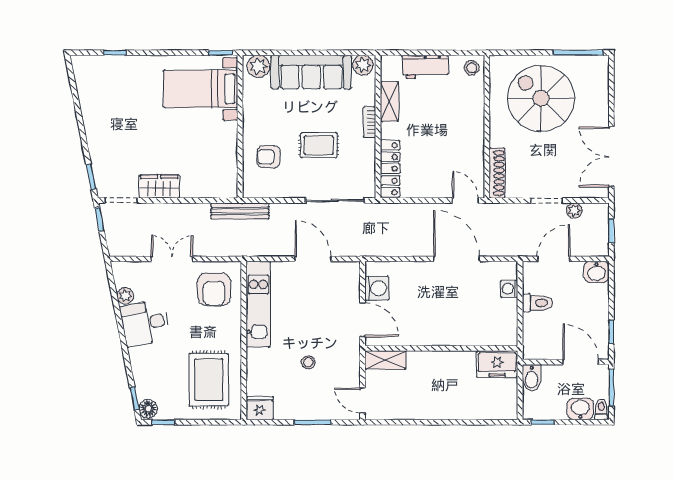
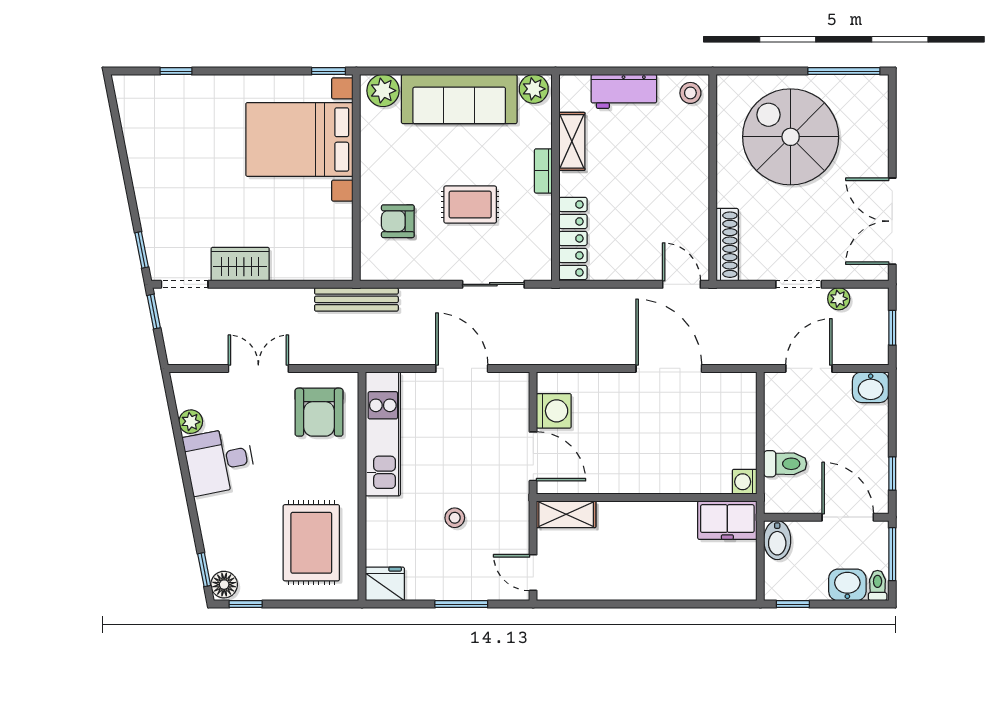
bed with nightstands: (200, 89) -> (299, 139), width x1.36
sliding door: (335, 201) -> (493, 284), width x0.73
washing machine: (509, 289) -> (745, 482), moved
toilet: (537, 303) -> (785, 464), moved

